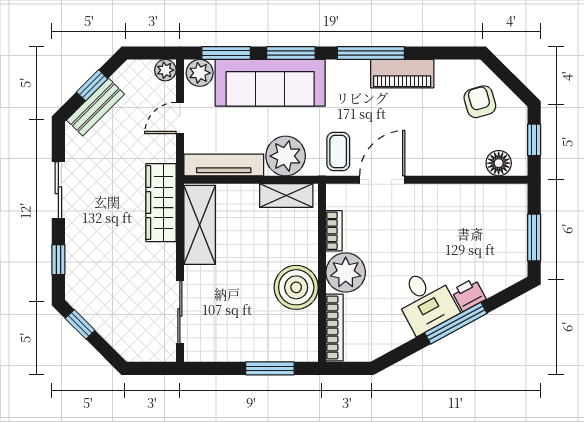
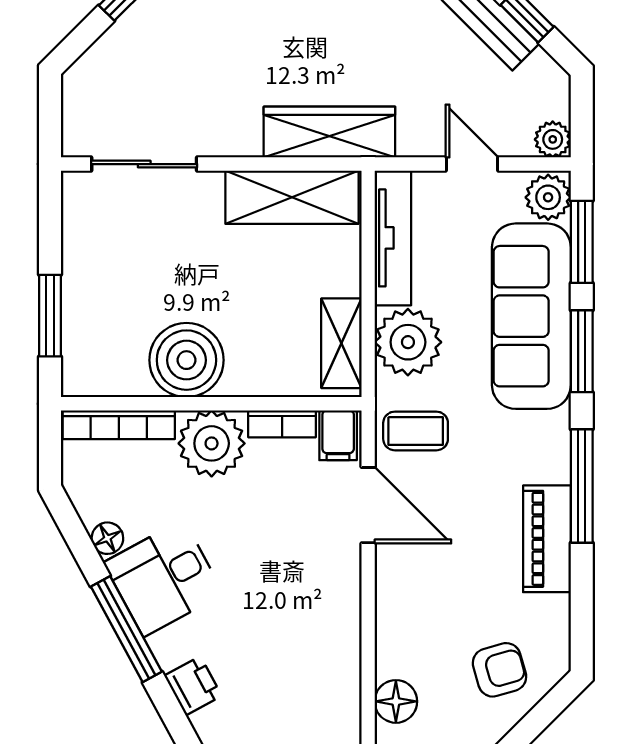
filing cabinet: (341, 197) -> (338, 435), added
printer: (469, 295) -> (193, 686), moved
floor lamp: (402, 334) -> (107, 538), added

